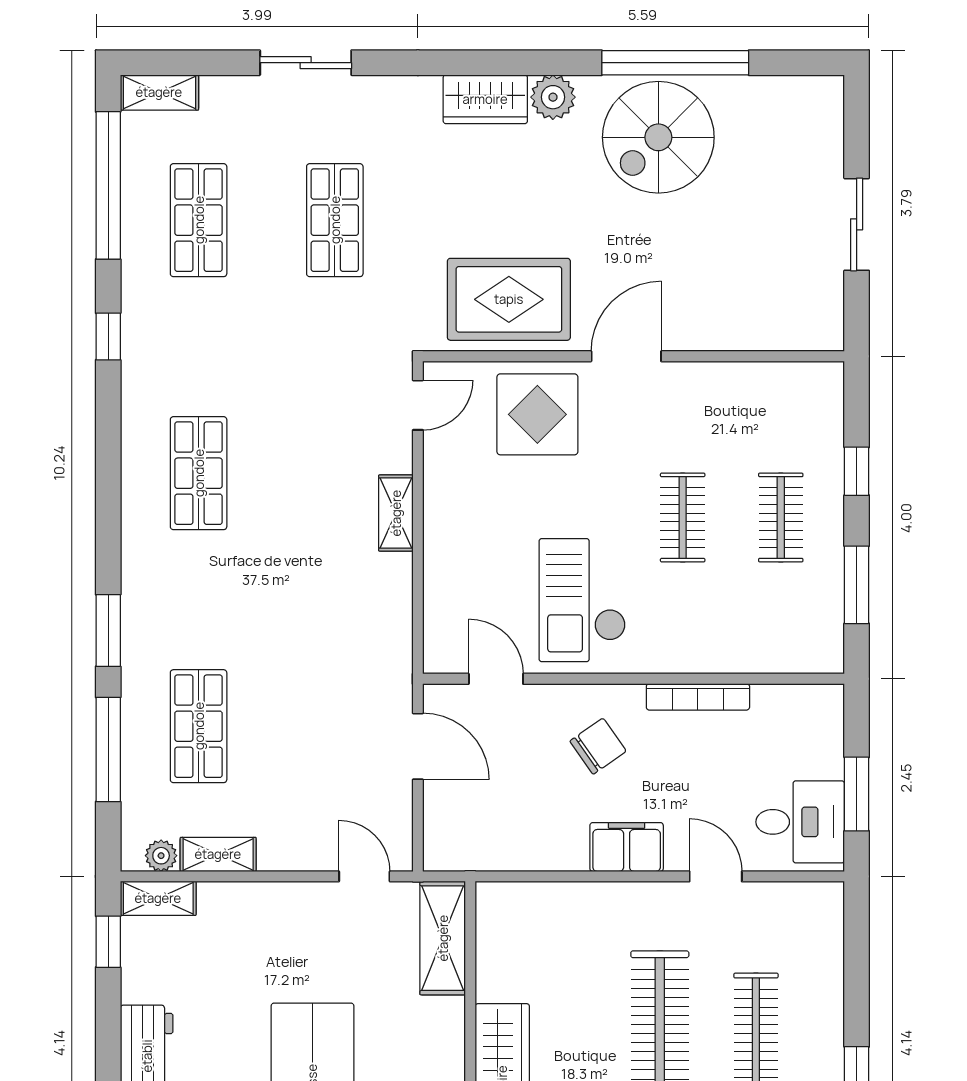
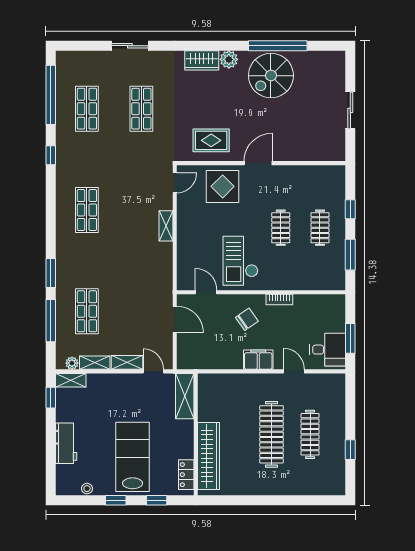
shelving: (159, 92) -> (127, 362), moved
rug: (509, 299) -> (211, 140), width x0.73, depth x0.70
bookcase: (698, 697) -> (279, 300), width x0.64

